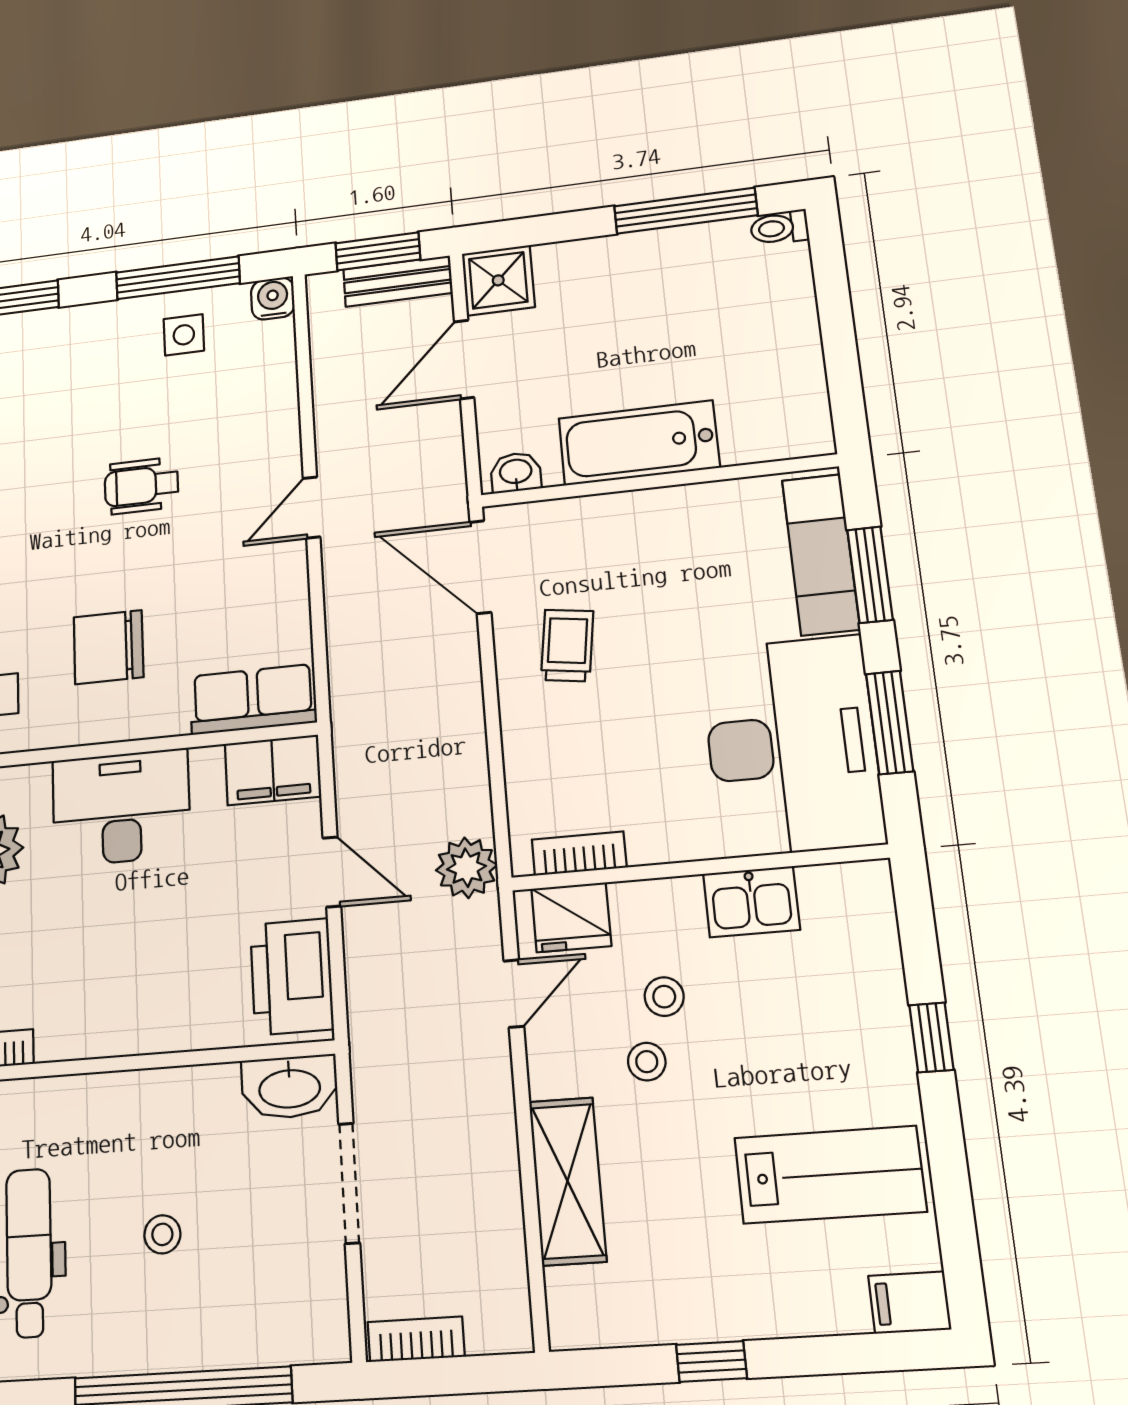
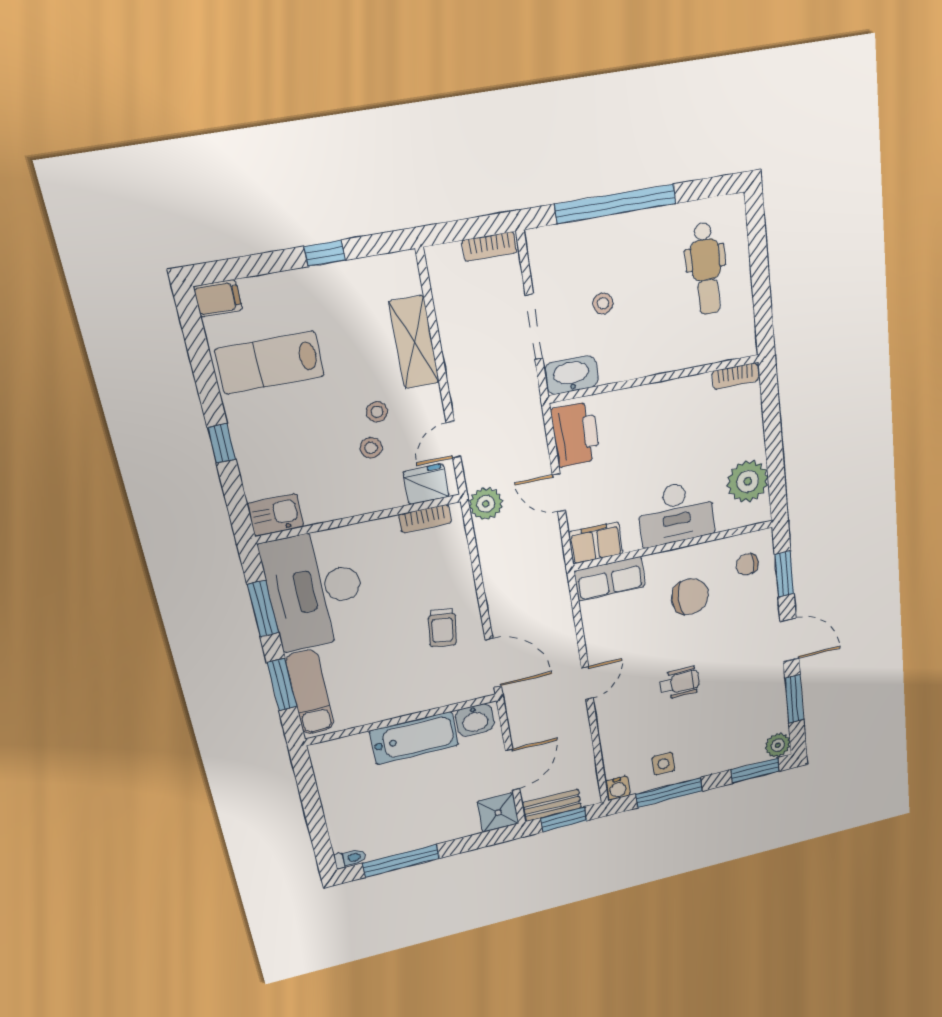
washbasin: (516, 472) -> (475, 720), width x1.38, depth x1.45
kitchen sink: (751, 902) -> (276, 515), moved
stool: (162, 1234) -> (603, 303), moved

